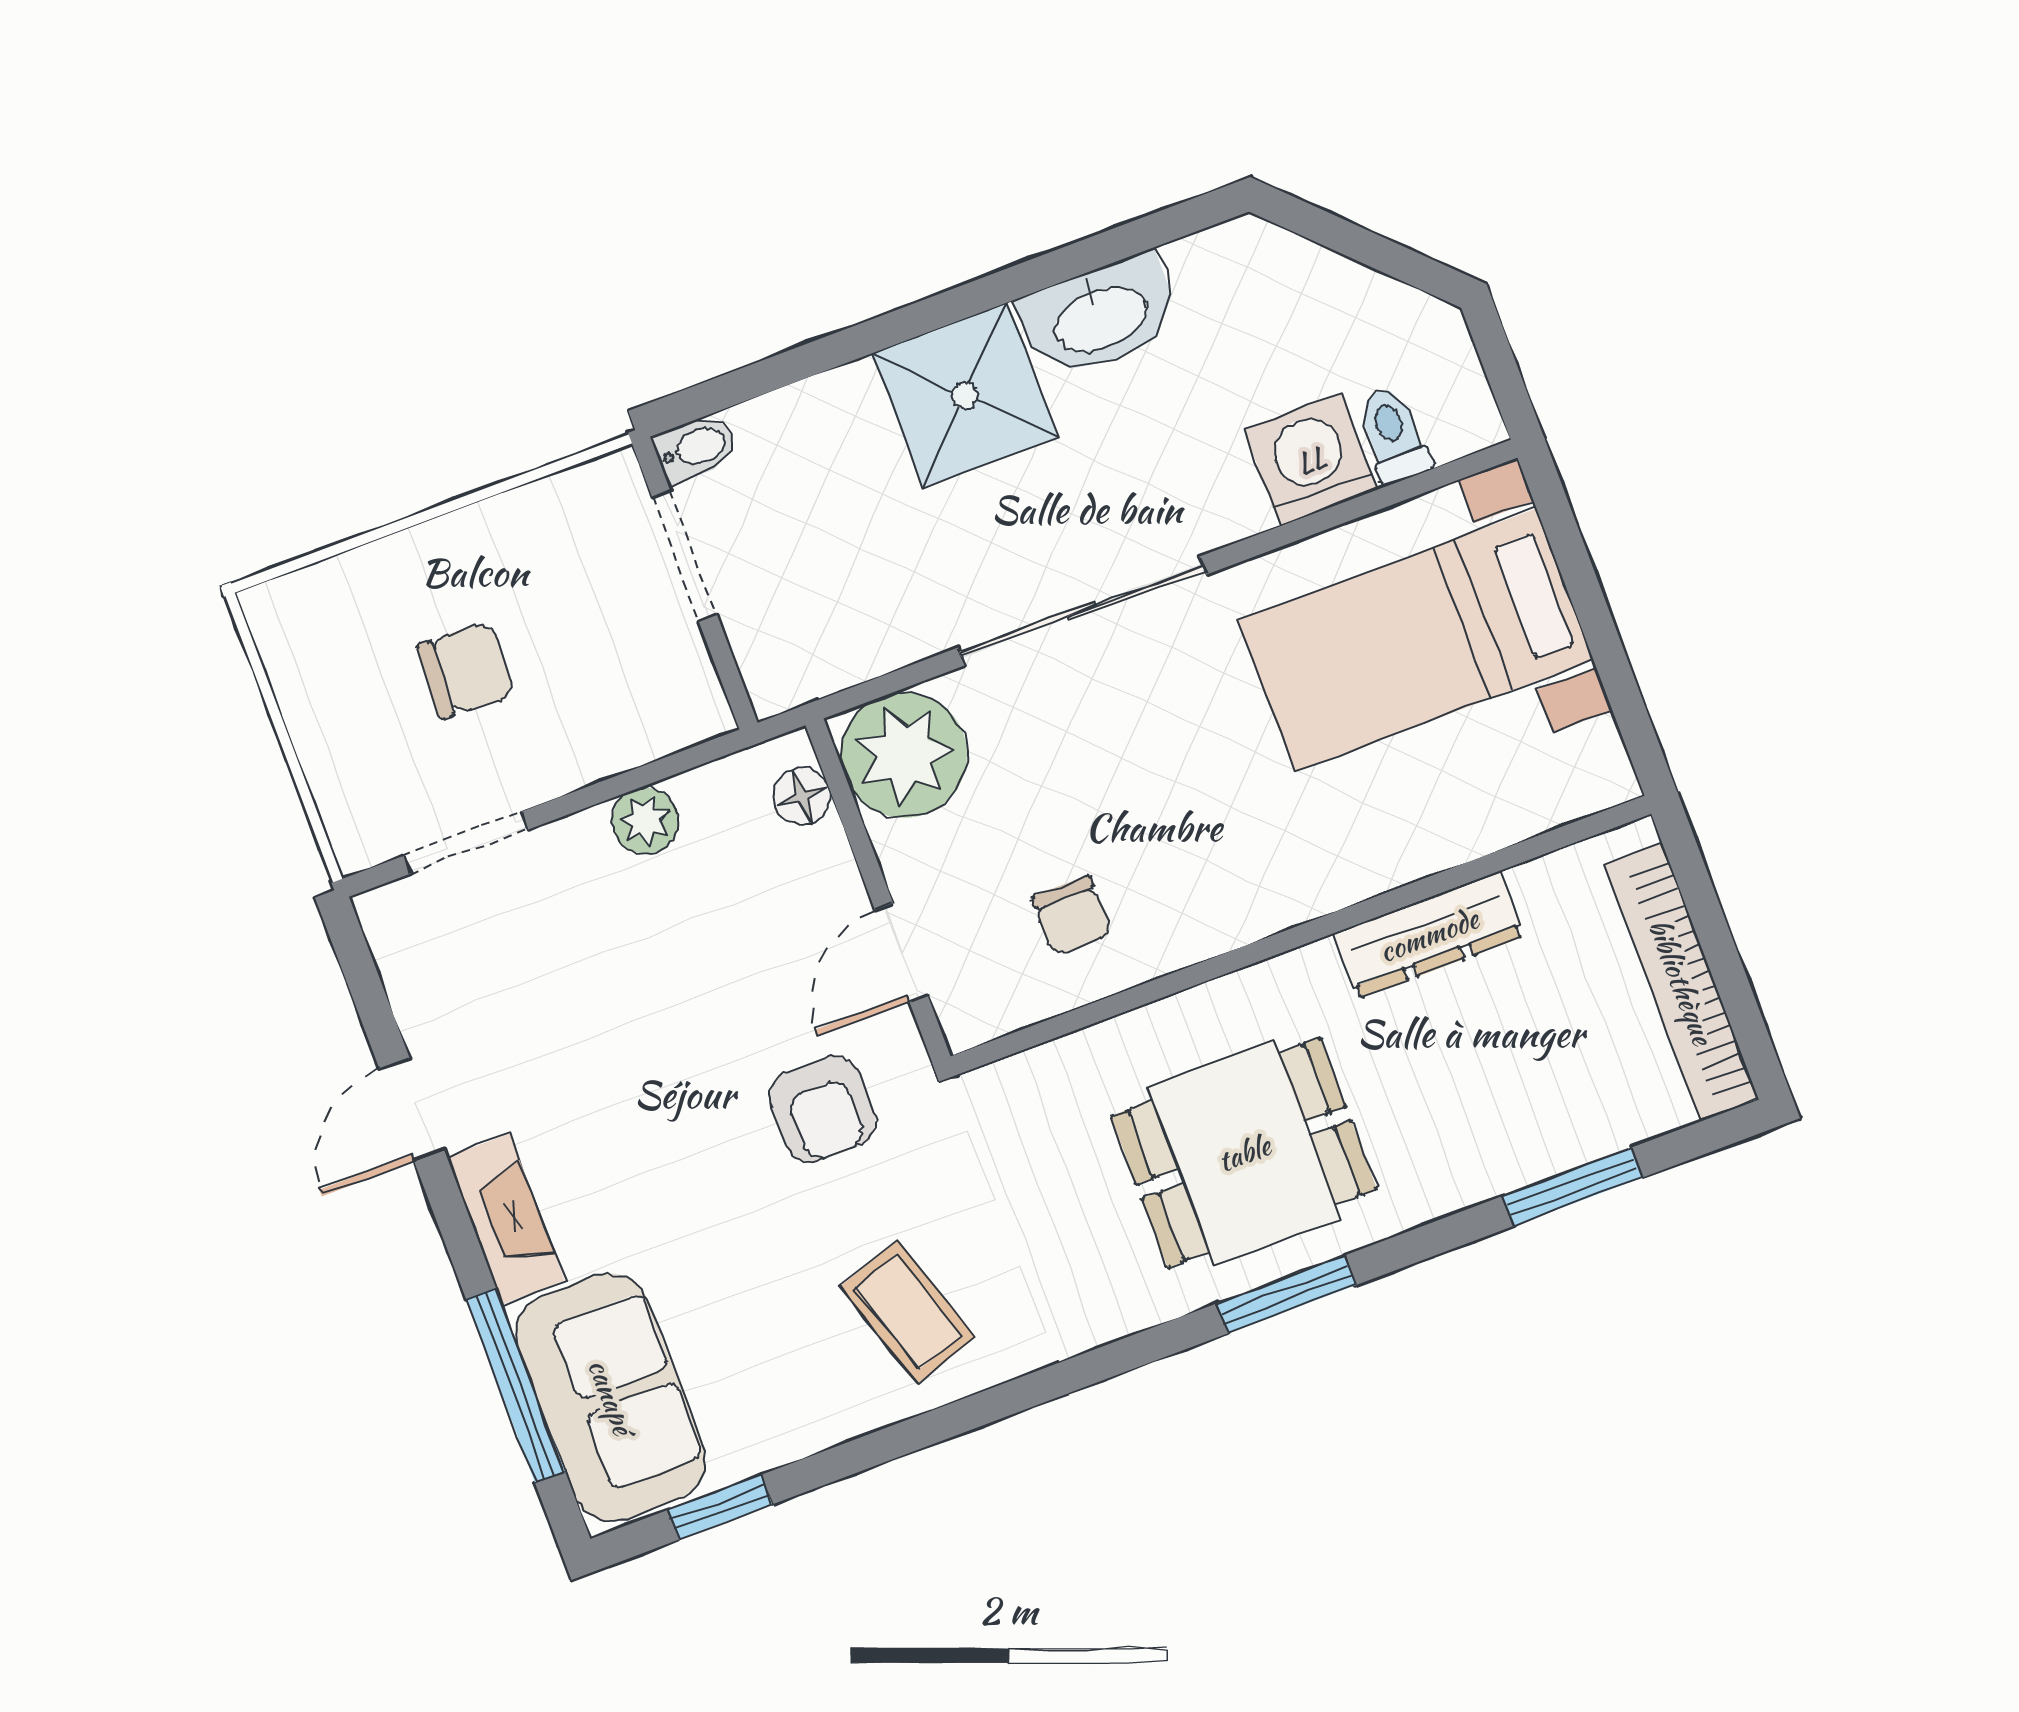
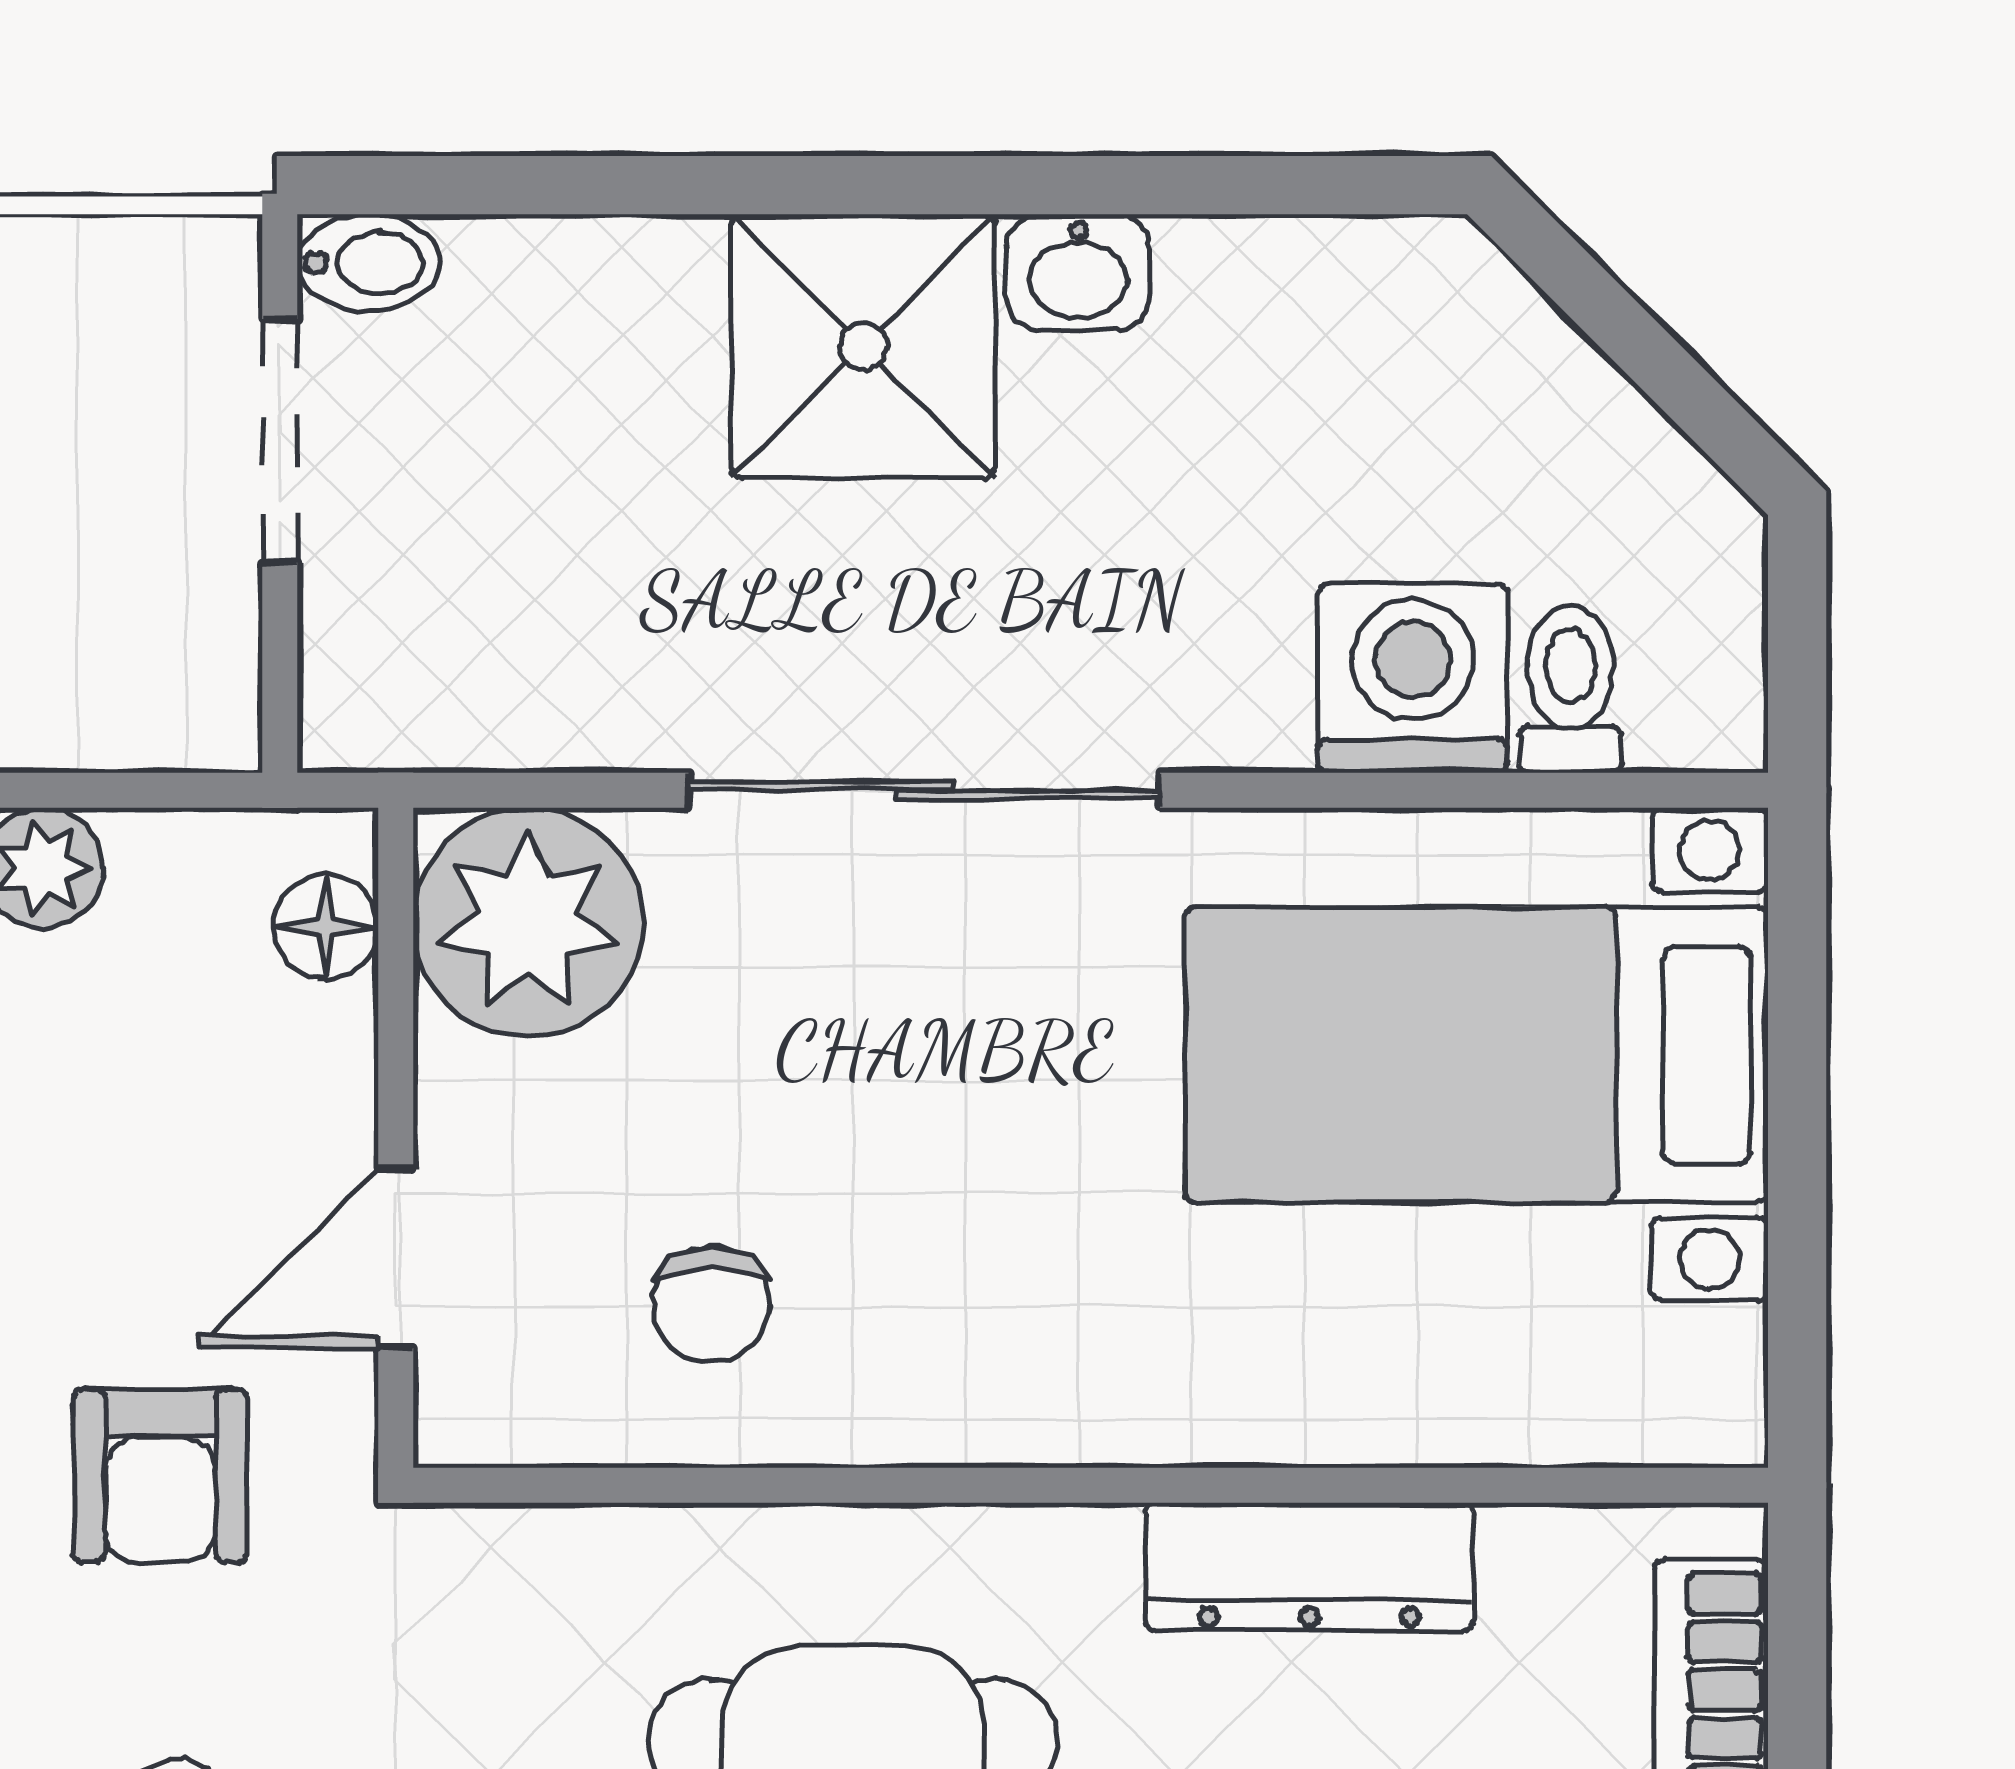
washbasin: (1100, 317) -> (1078, 272), width x0.52, depth x0.69

